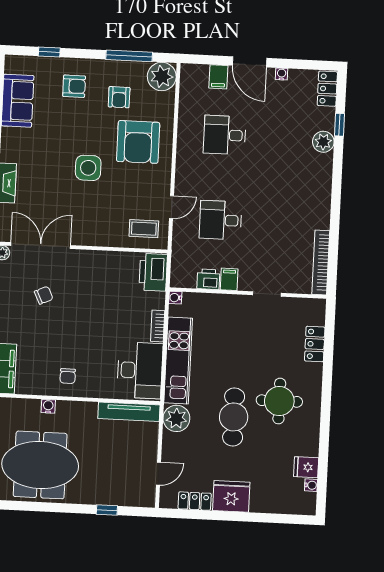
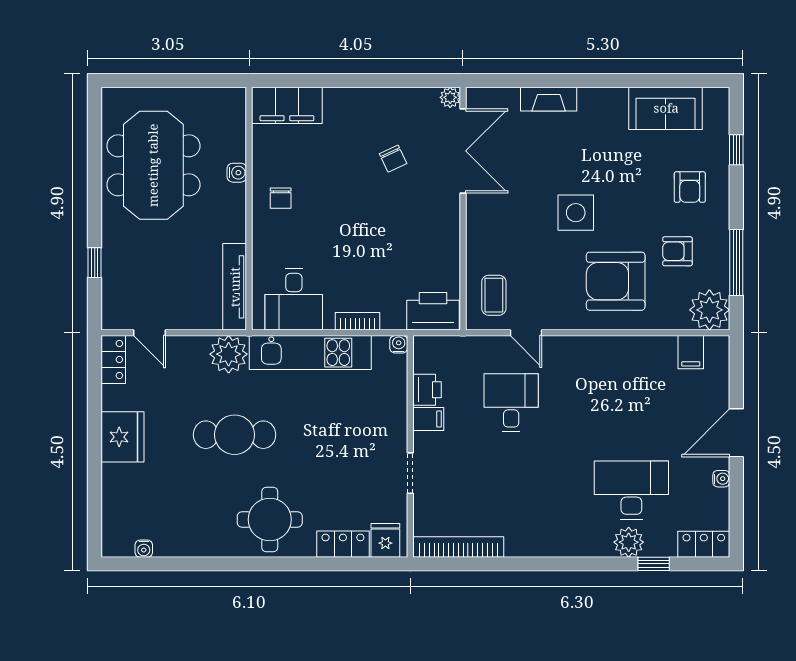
filing cabinet: (218, 77) -> (691, 352), moved, turned -90
desk: (225, 135) -> (631, 490), moved, width x1.37
desk: (140, 370) -> (294, 299), width x0.73
chair: (68, 376) -> (281, 198), turned -90
round table: (279, 401) -> (270, 520), moved
fridge: (306, 467) -> (385, 540), moved
locker: (195, 501) -> (113, 359), moved

